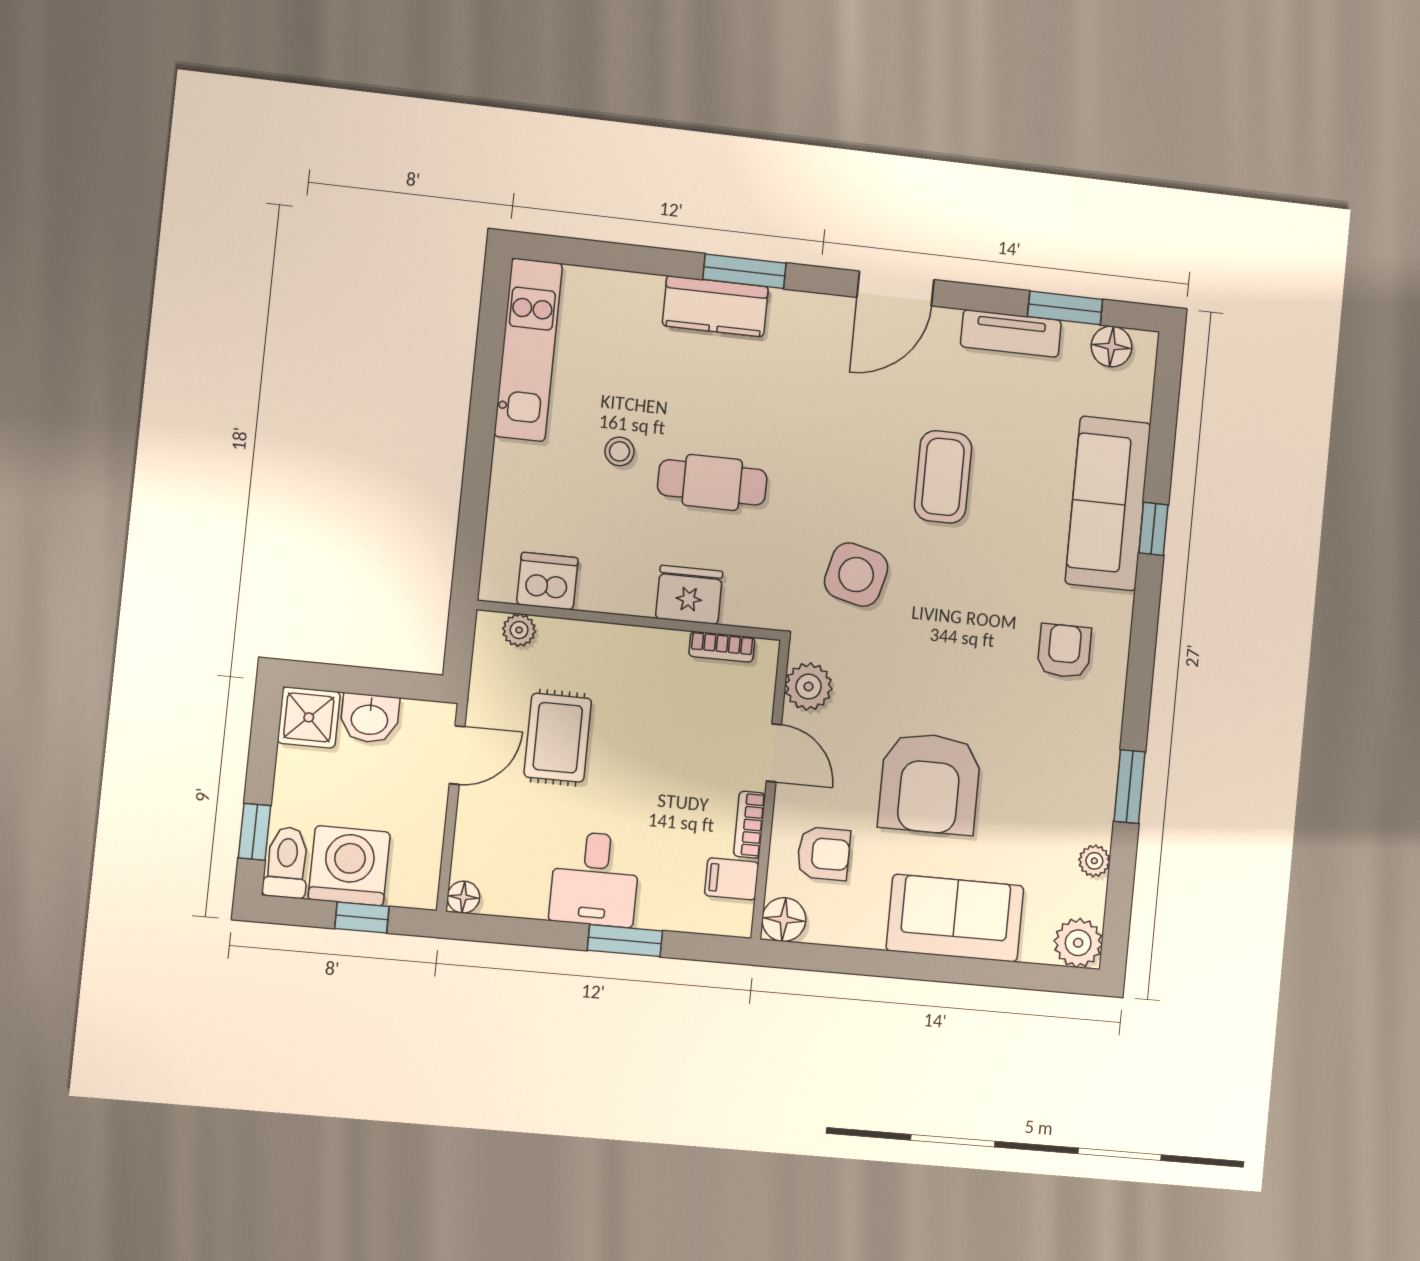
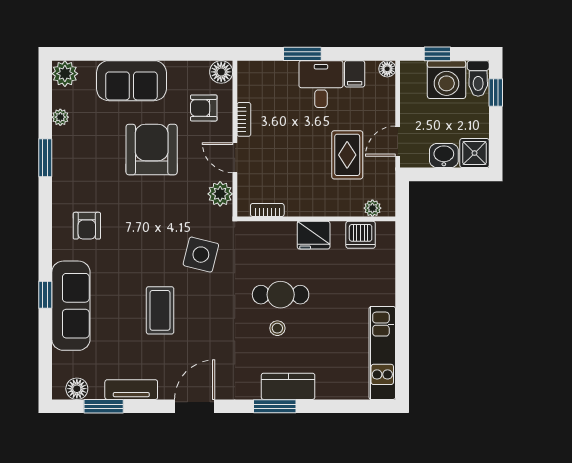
stool: (619, 451) -> (277, 328), moved
fridge: (689, 595) -> (314, 235), moved
filing cabinet: (732, 879) -> (355, 74), moved, turned 90

